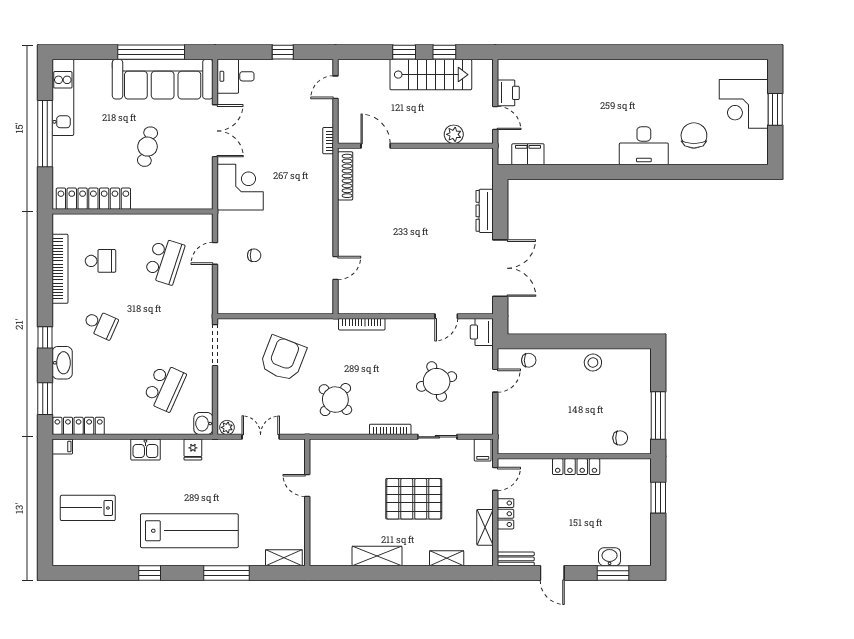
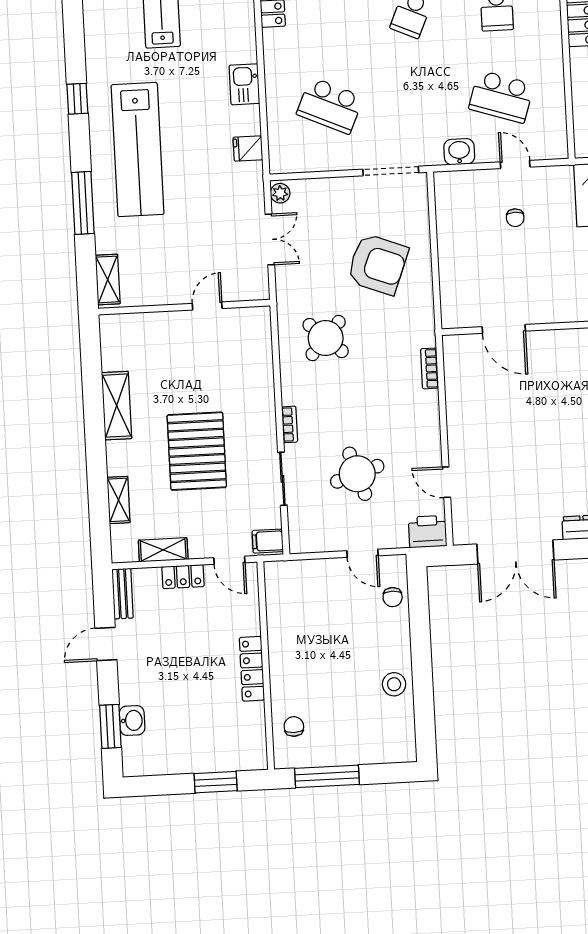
door: (336, 268) -> (504, 329), width x1.38
bookcase: (362, 324) -> (430, 368), width x0.64
washbasin: (203, 424) -> (459, 152), moved
bookcase: (390, 429) -> (290, 424), width x0.64
chair: (620, 438) -> (294, 726), turned 180

